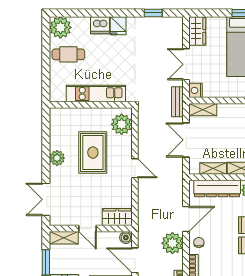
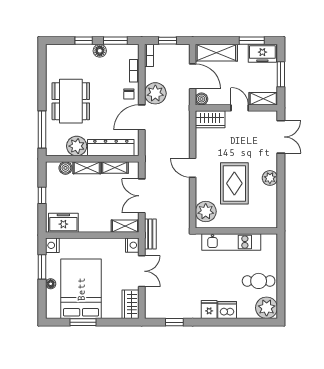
double door: (186, 140) -> (142, 196), swing flipped

